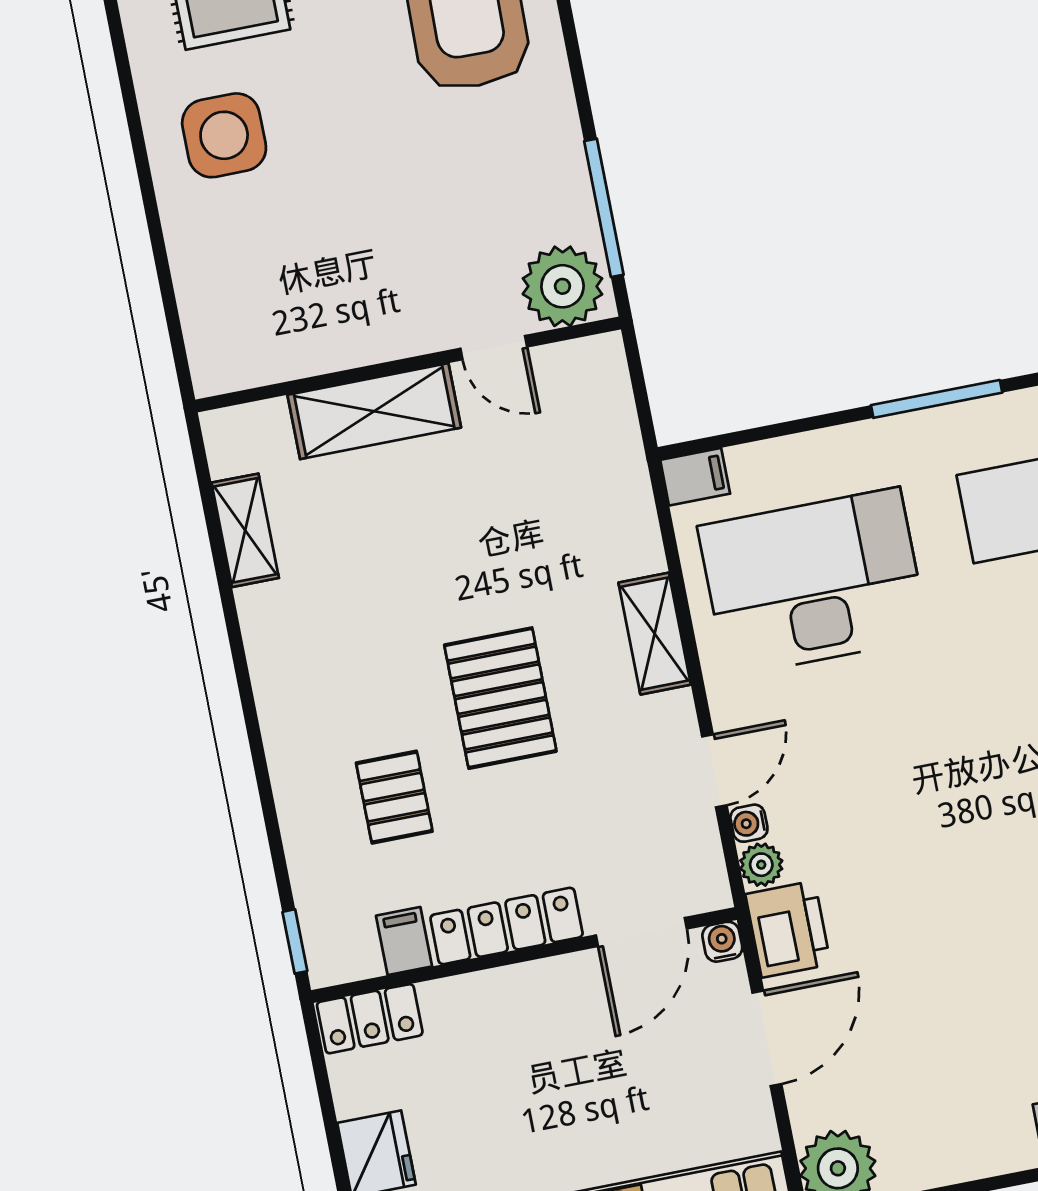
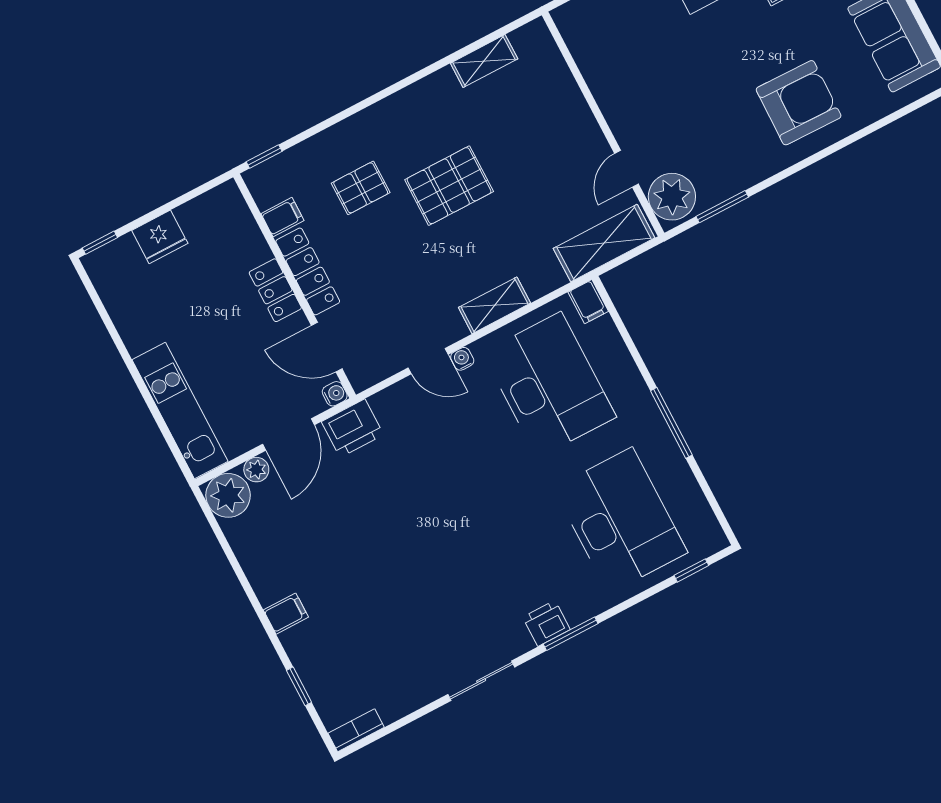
window: (604, 208) -> (722, 207), width x0.69
shelving: (374, 411) -> (604, 243), moved, turned 90
pallet: (500, 698) -> (449, 186), moved
water cooler: (749, 823) -> (462, 359), moved
plant: (761, 865) -> (256, 470), moved
locker: (370, 1019) -> (275, 290), moved
door: (767, 1038) -> (288, 434), hinge flipped

